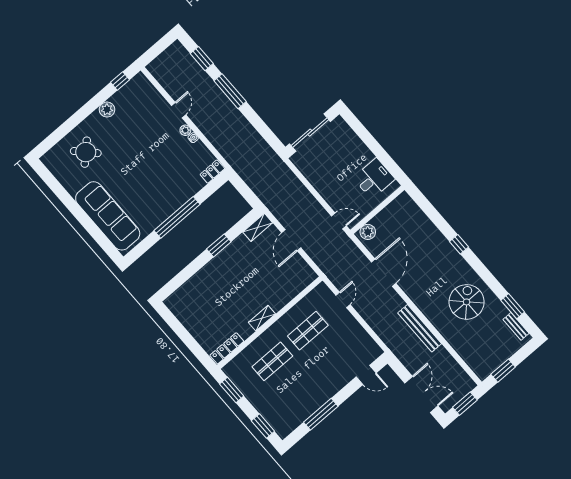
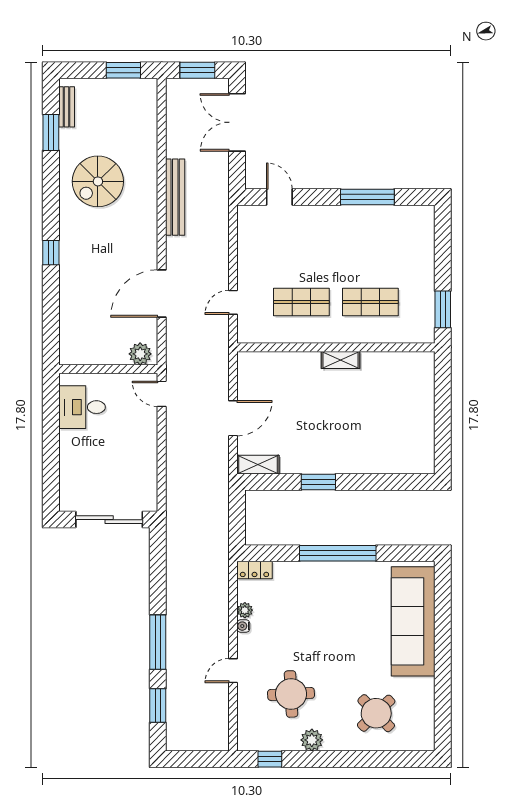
round table: (138, 124) -> (291, 694), added
plant: (185, 130) -> (245, 610), moved
locker: (227, 348) -> (408, 360), removed
window: (263, 426) -> (443, 239), removed

